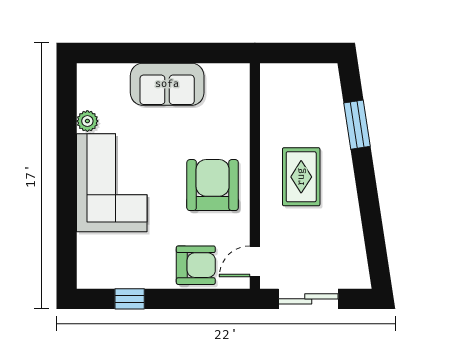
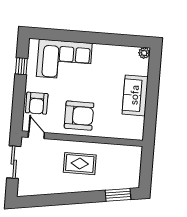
plant: (87, 121) -> (144, 53), moved
window: (357, 125) -> (118, 195), moved
corner sofa: (112, 183) -> (64, 60), moved

